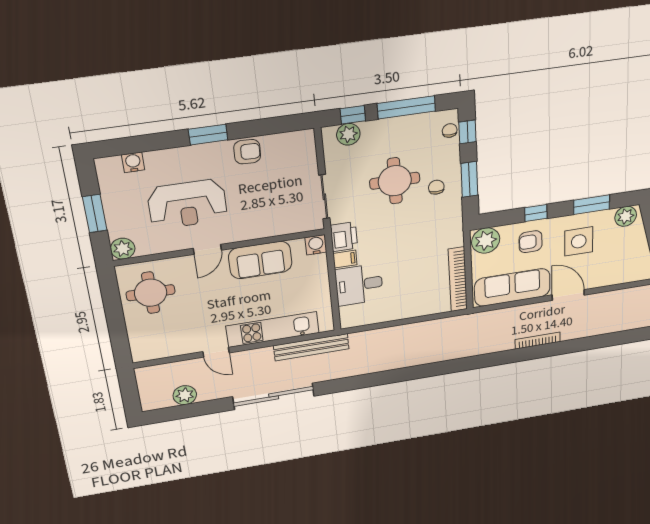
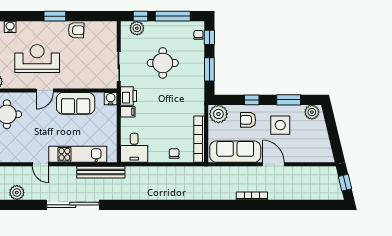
chair: (436, 187) -> (174, 154), moved
reception desk: (187, 204) -> (37, 58), turned 180
desk: (359, 285) -> (134, 148), moved, turned -90

